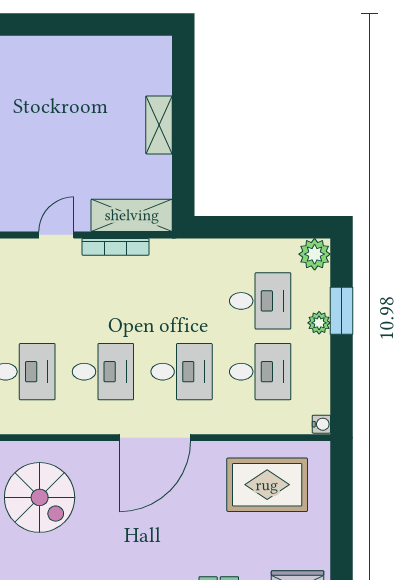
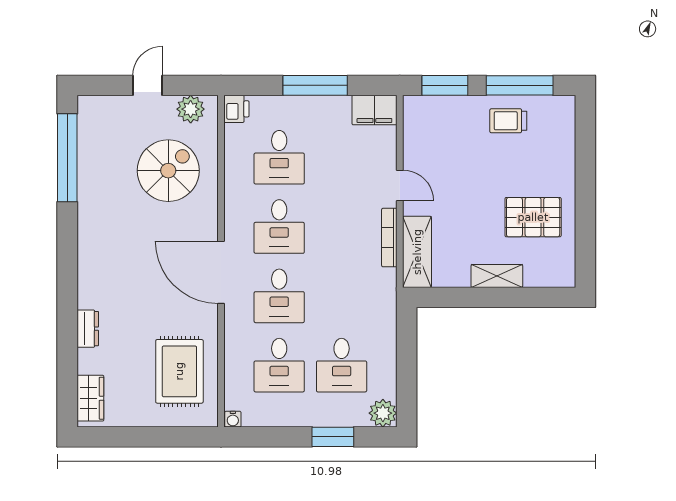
pallet: (92, 84) -> (533, 217), added
plant: (319, 323) -> (322, 417), removed
spiral stairs: (40, 497) -> (168, 171), turned 180

